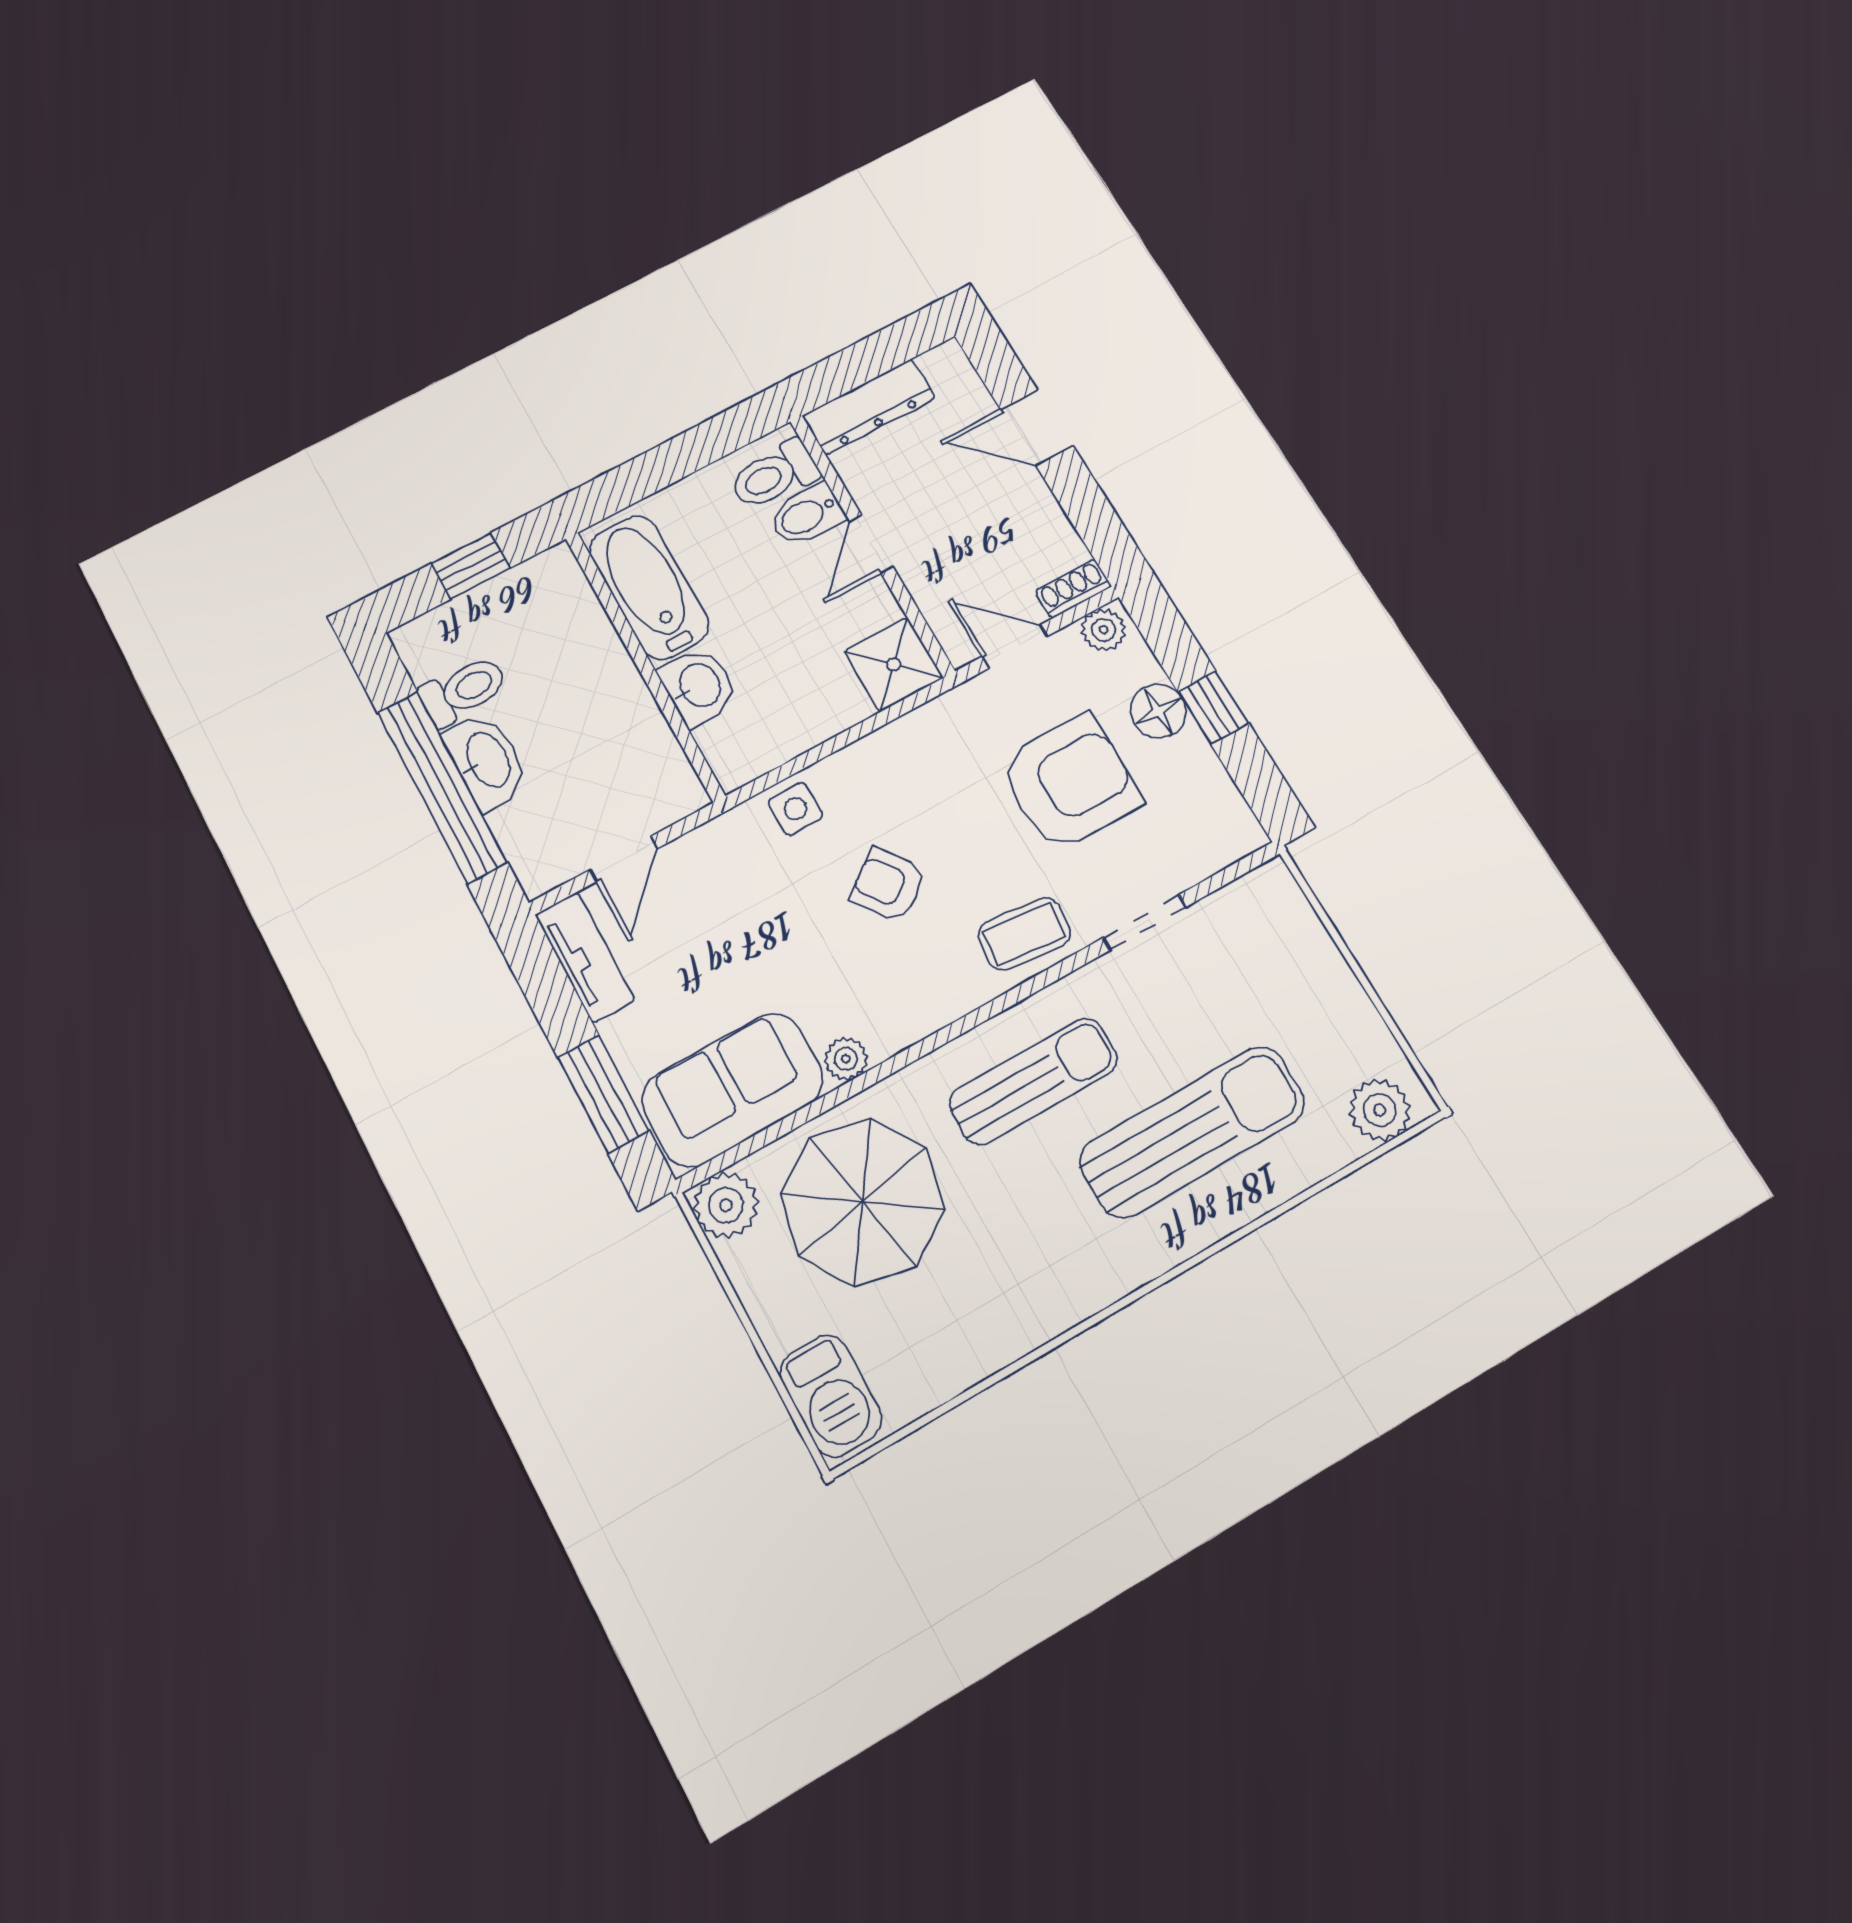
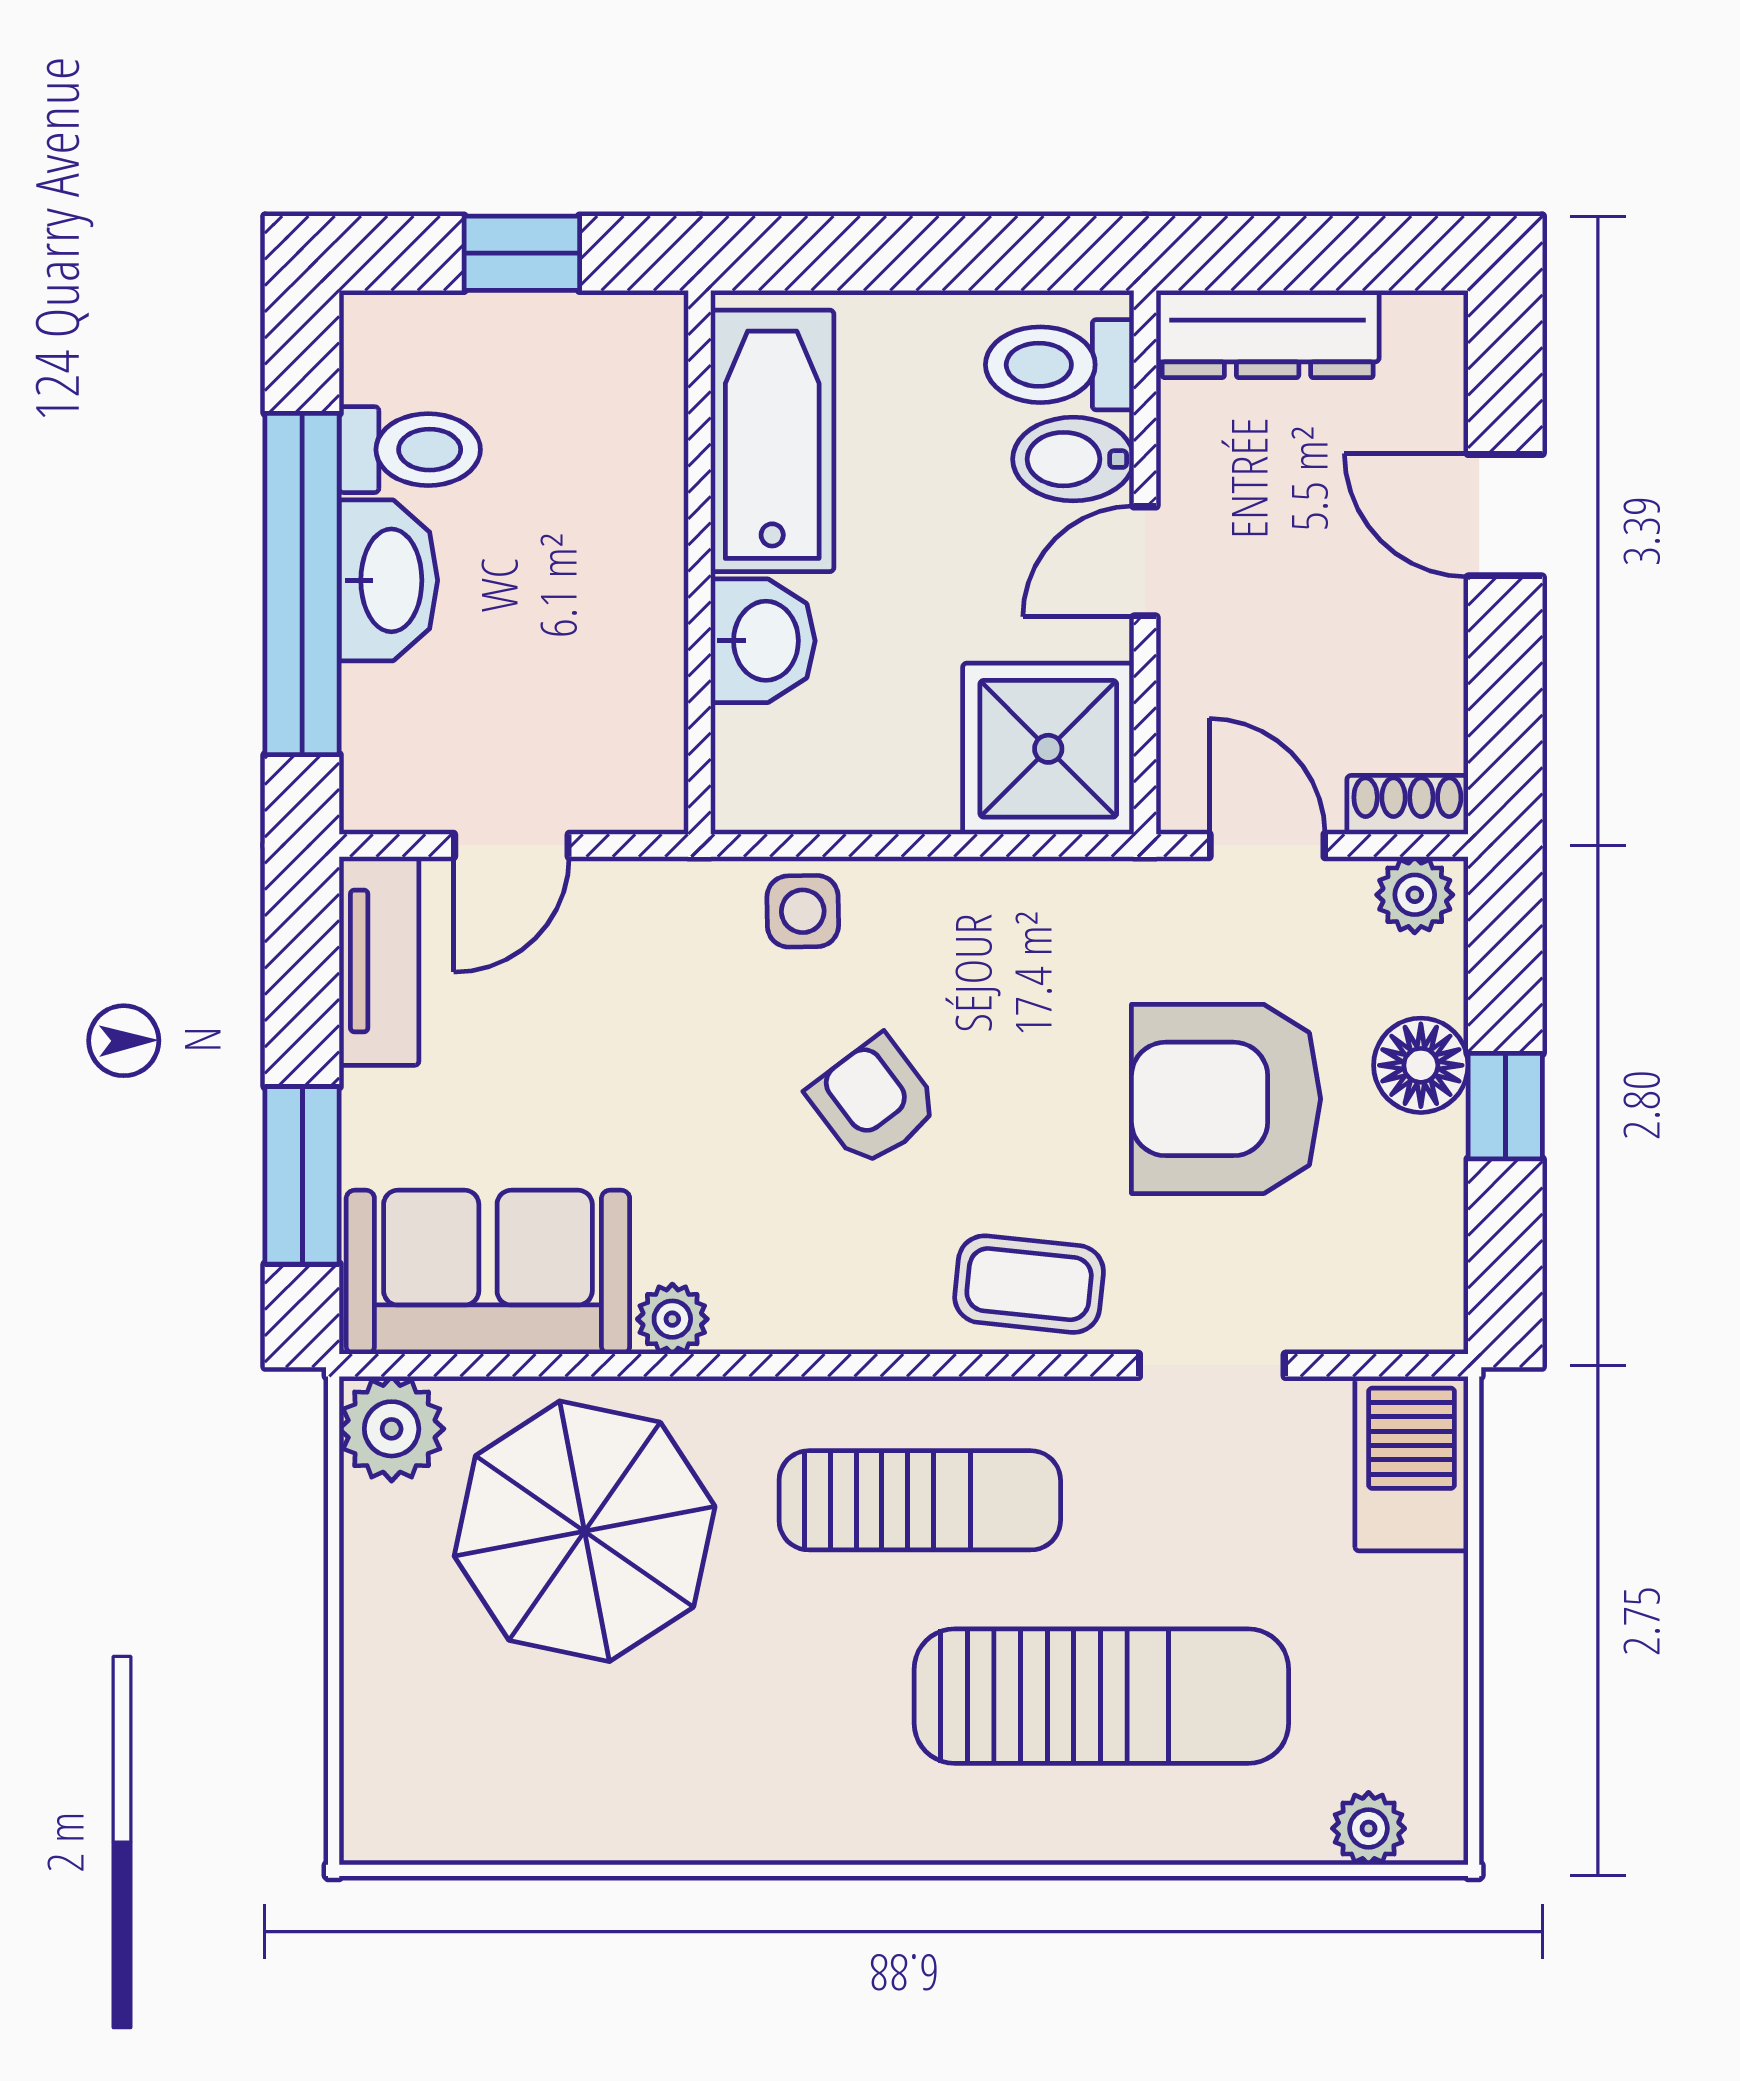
shower: (894, 664) -> (1048, 749), width x1.36, depth x1.36
armchair: (1070, 783) -> (1226, 1099), turned 180
plant: (1380, 1110) -> (1369, 1828), width x0.73, depth x0.73
barbecue: (831, 1396) -> (1411, 1464), moved, turned 180

